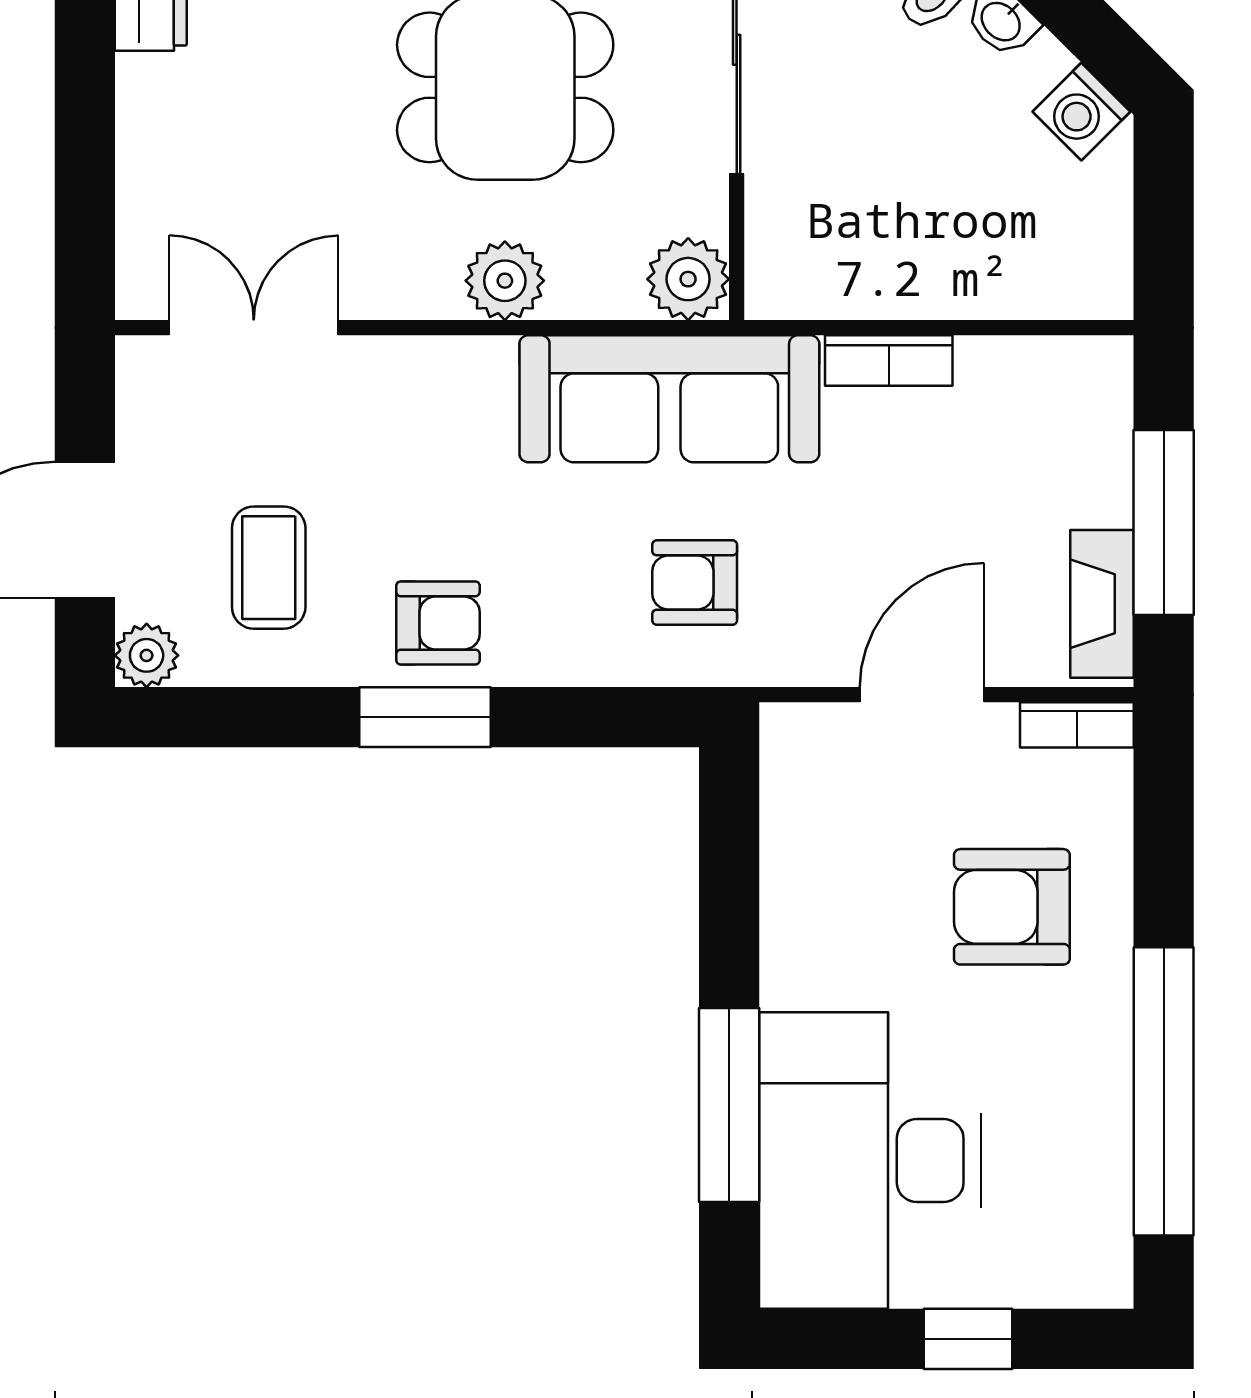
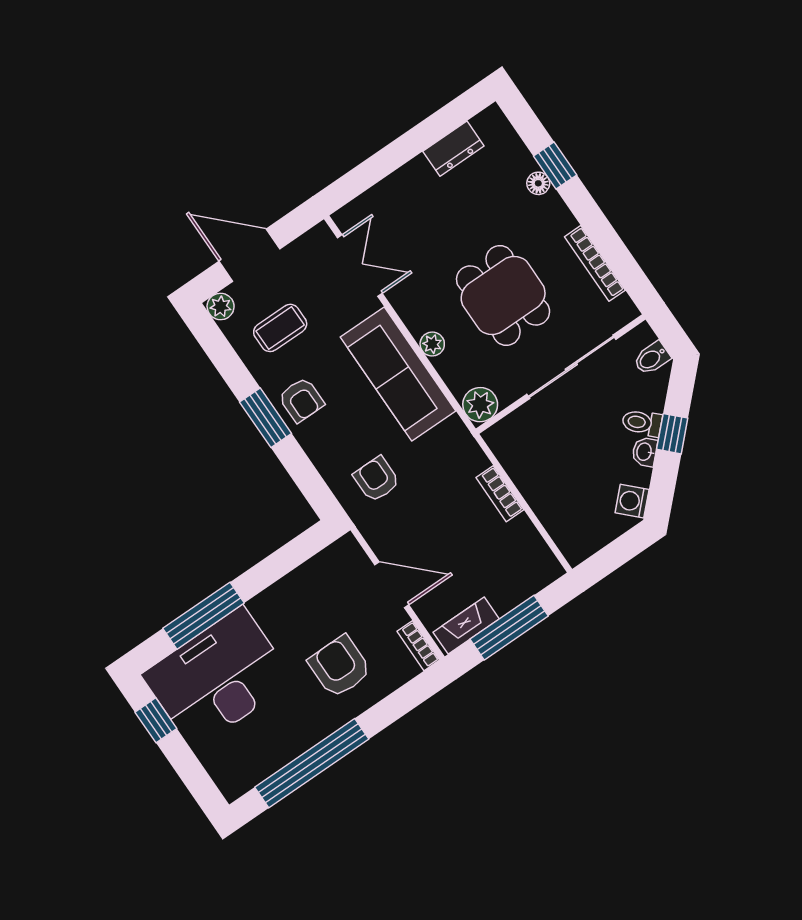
plant: (505, 281) -> (432, 344), width x0.73, depth x0.73
sofa: (669, 399) -> (398, 374), moved
window: (968, 1339) -> (156, 720), moved

